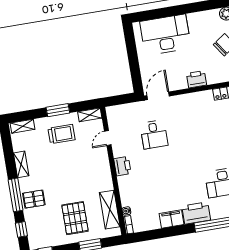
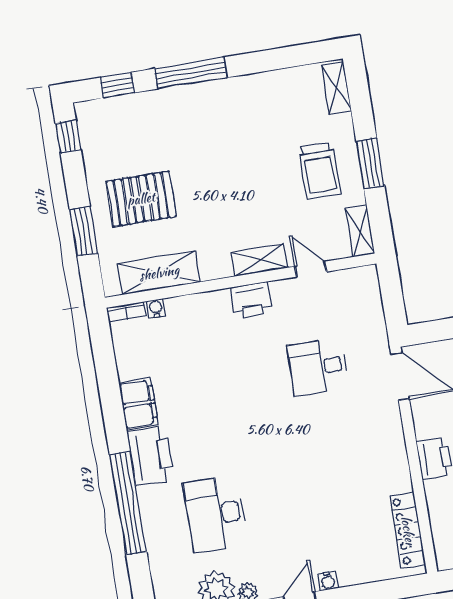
shelving: (21, 164) -> (259, 260), moved
pallet: (34, 199) -> (182, 112), removed

